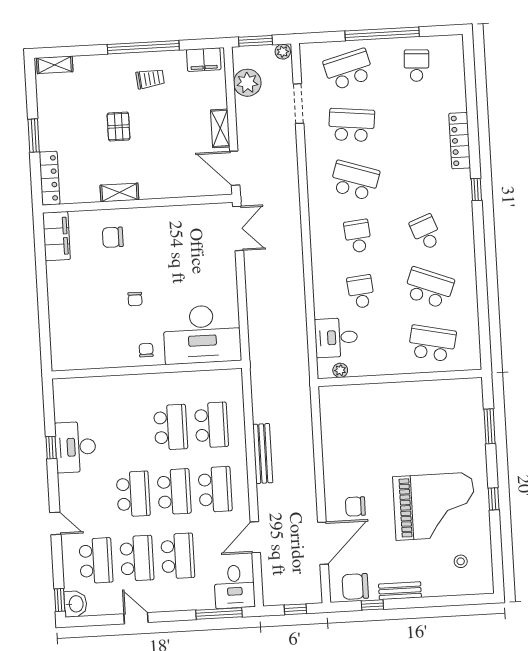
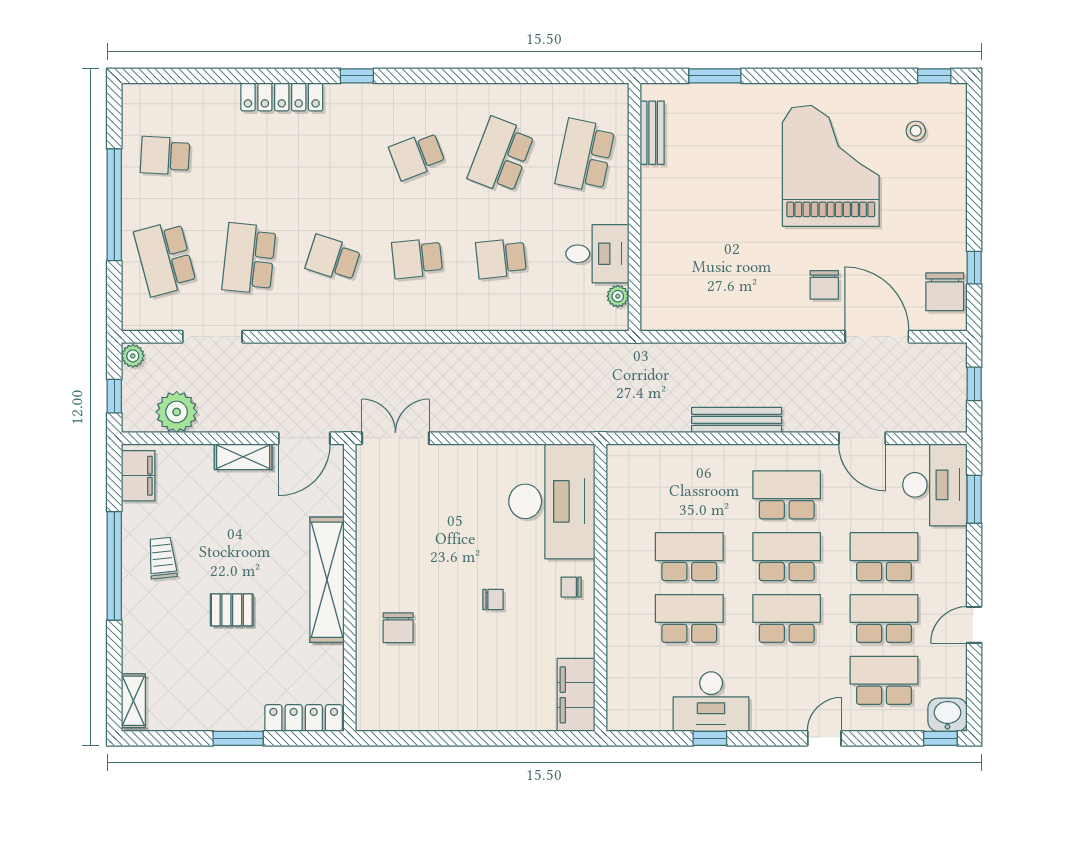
window: (256, 41) -> (114, 396), width x0.67
school desk: (355, 181) -> (333, 258), width x0.54
shelving: (119, 192) -> (327, 580), width x2.20, depth x1.33
filing cabinet: (56, 236) -> (576, 695), moved, turned -90
desk: (336, 338) -> (597, 254), moved, turned -90
school desk: (211, 425) -> (689, 619), moved
window: (494, 499) -> (934, 76), moved
desk: (235, 587) -> (935, 485), width x1.37
bench: (400, 591) -> (652, 133), moved
window: (219, 614) -> (974, 499), width x0.69

